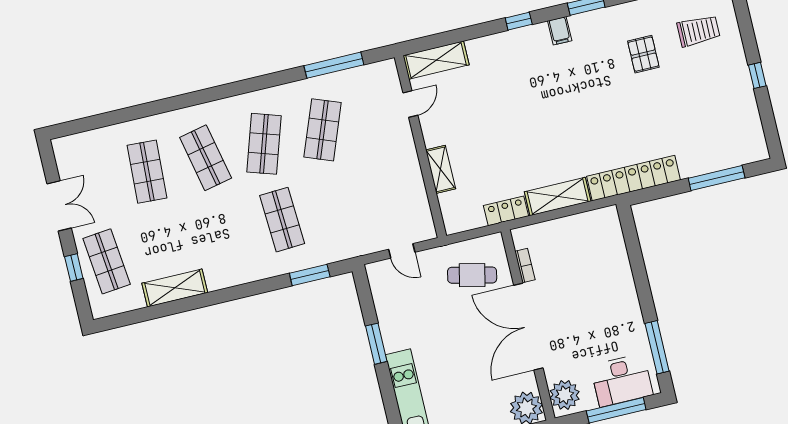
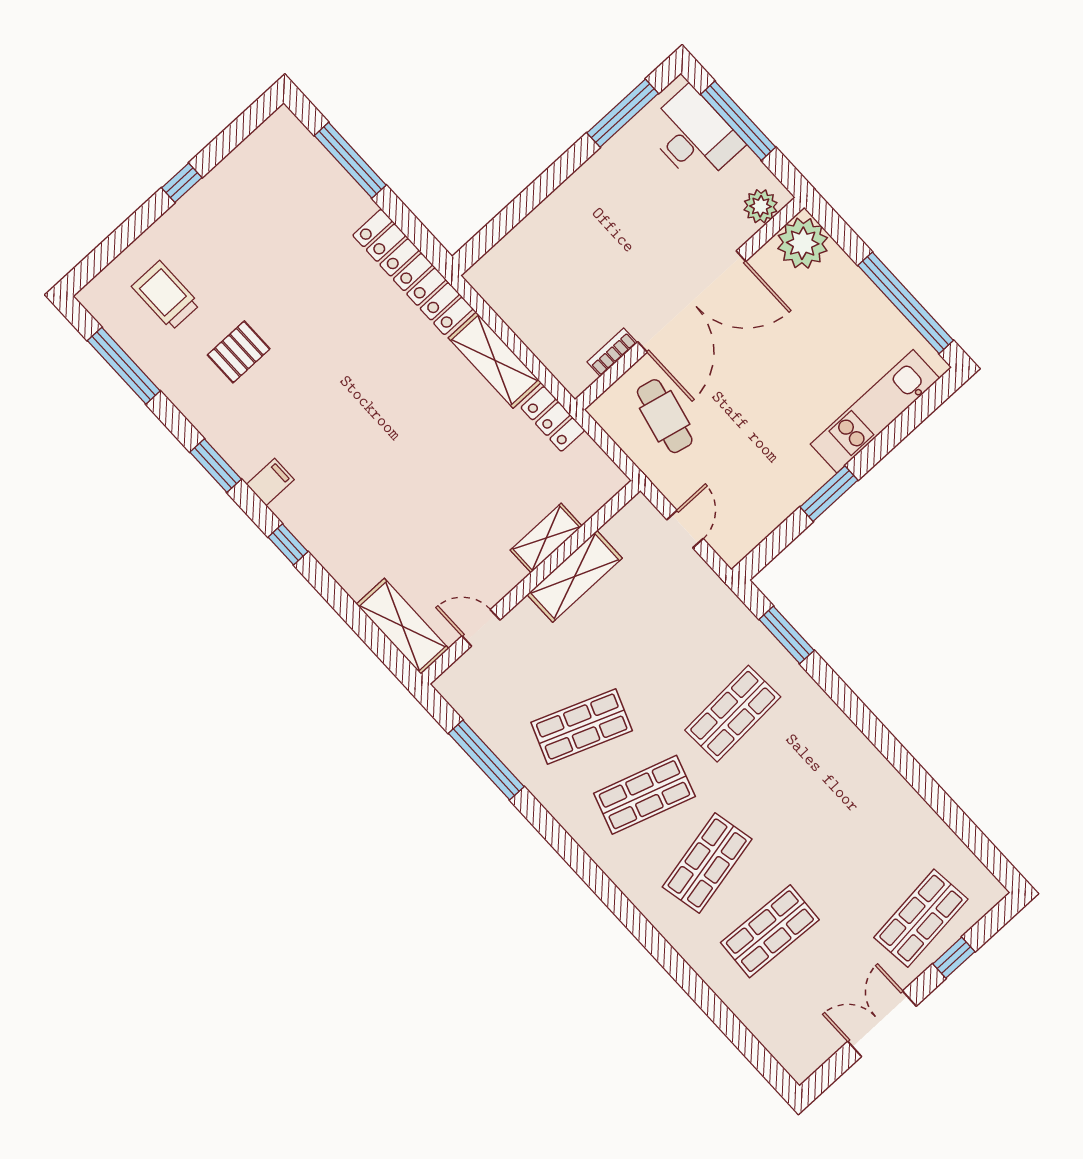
shelving: (175, 288) -> (575, 576), moved, turned 90
plant: (565, 395) -> (761, 206), width x0.73, depth x0.73

